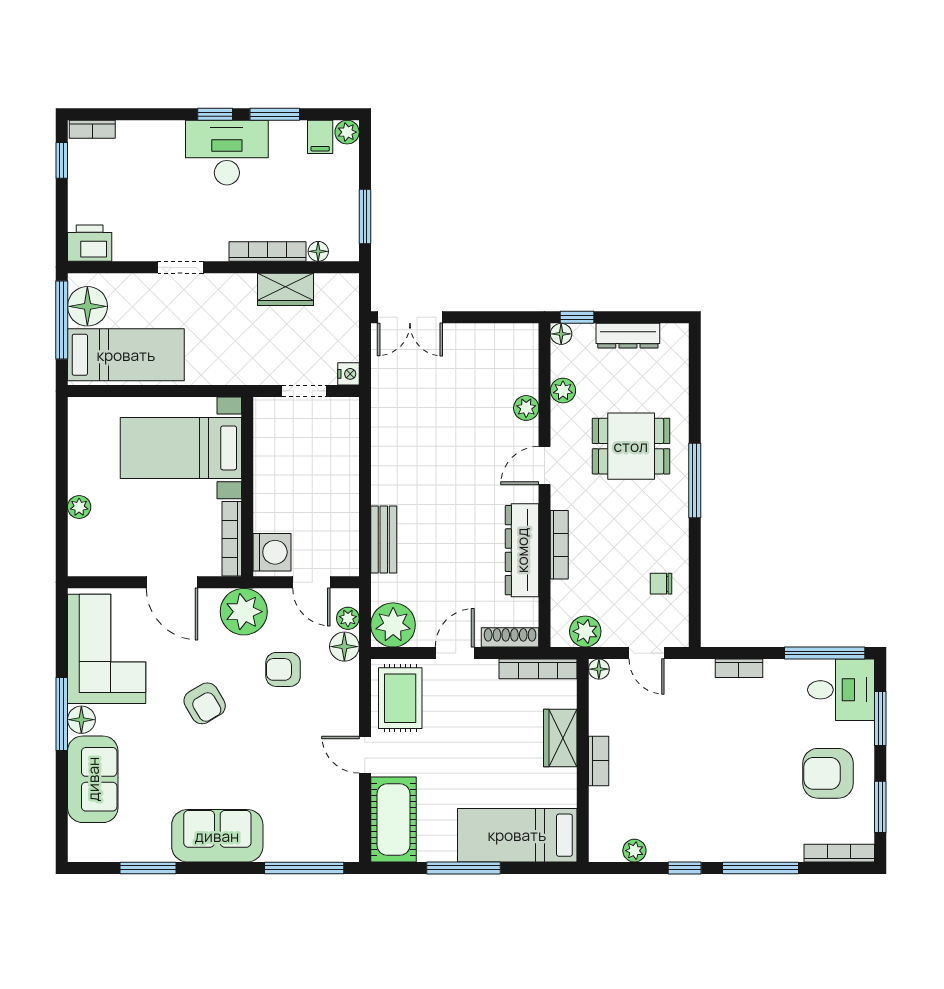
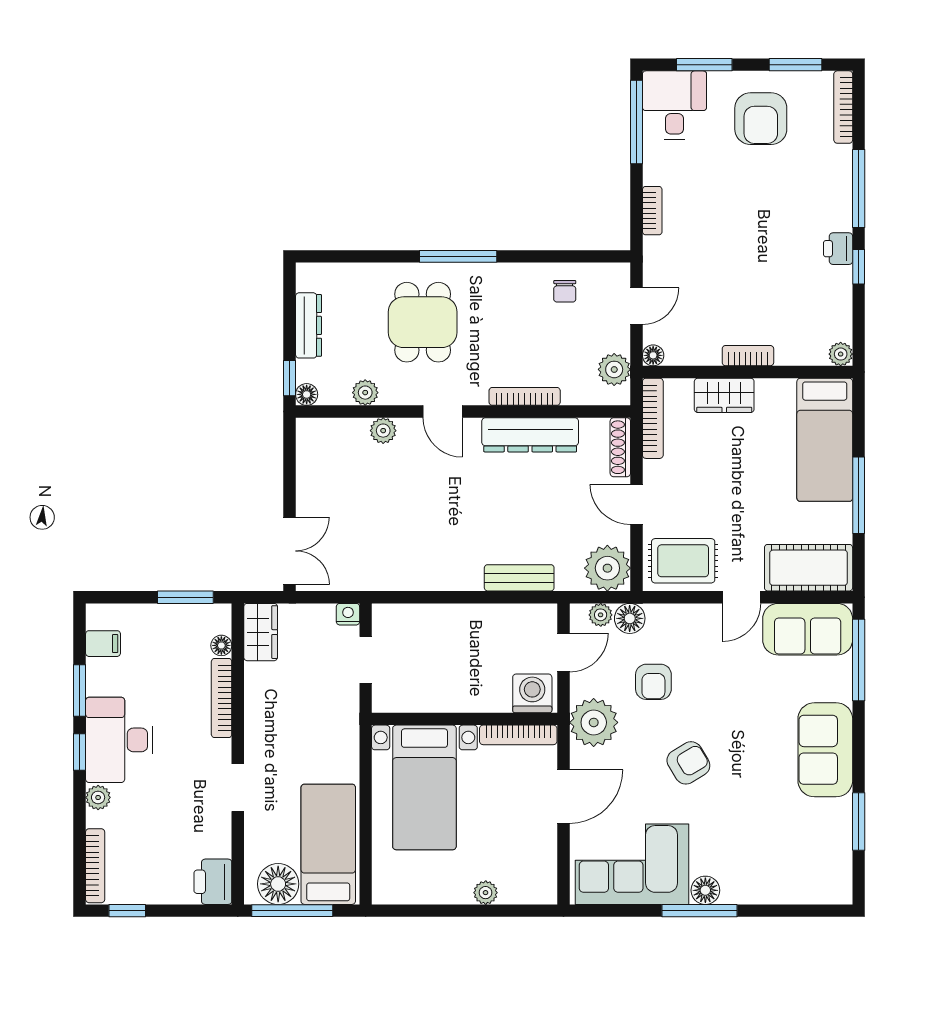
bookcase: (92, 129) -> (95, 866), width x1.56
plant: (347, 132) -> (98, 797), moved
wardrobe: (285, 289) -> (261, 632), moved
sofa: (93, 779) -> (808, 629), moved, turned 180
printer: (702, 848) -> (838, 249), added
plant: (634, 851) -> (841, 354), moved

